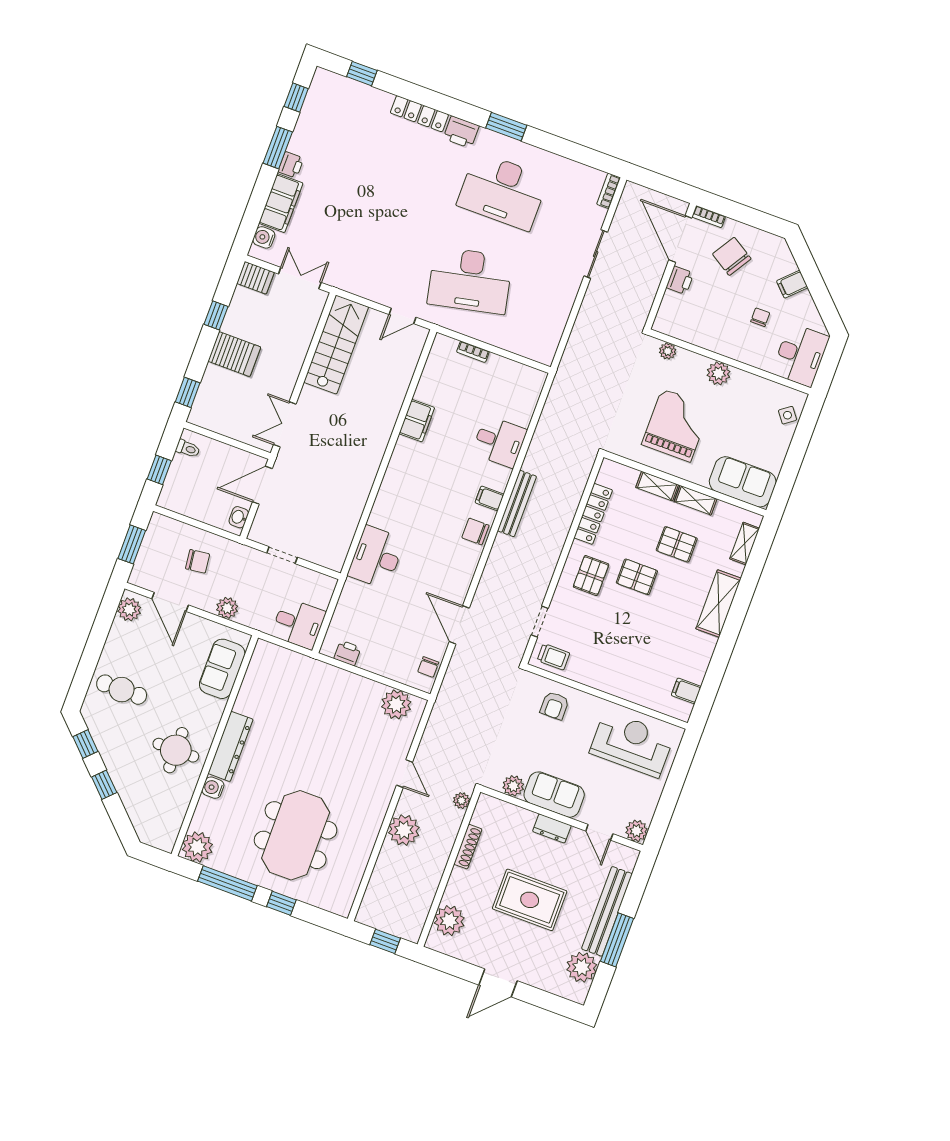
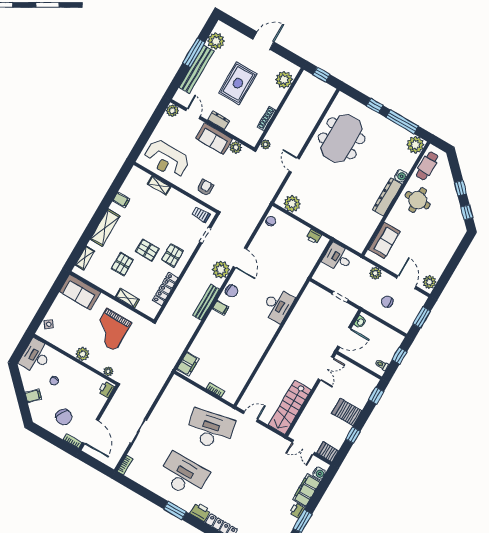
printer: (680, 280) -> (106, 389), moved
filing cabinet: (417, 421) -> (188, 364), moved, turned 180
desk: (499, 442) -> (210, 338), removed
shelving: (695, 500) -> (159, 185), moved
pallet: (677, 544) -> (122, 264), turned 90
desk: (376, 557) -> (278, 305), moved
door: (459, 625) -> (240, 258), moved
cafe table: (122, 690) -> (427, 166), moved, turned 90
filing cabinet: (686, 691) -> (121, 200), moved
plant: (404, 830) -> (221, 270), moved
meeting table: (296, 835) -> (342, 138), moved
rug: (530, 900) -> (238, 83), turned 90

